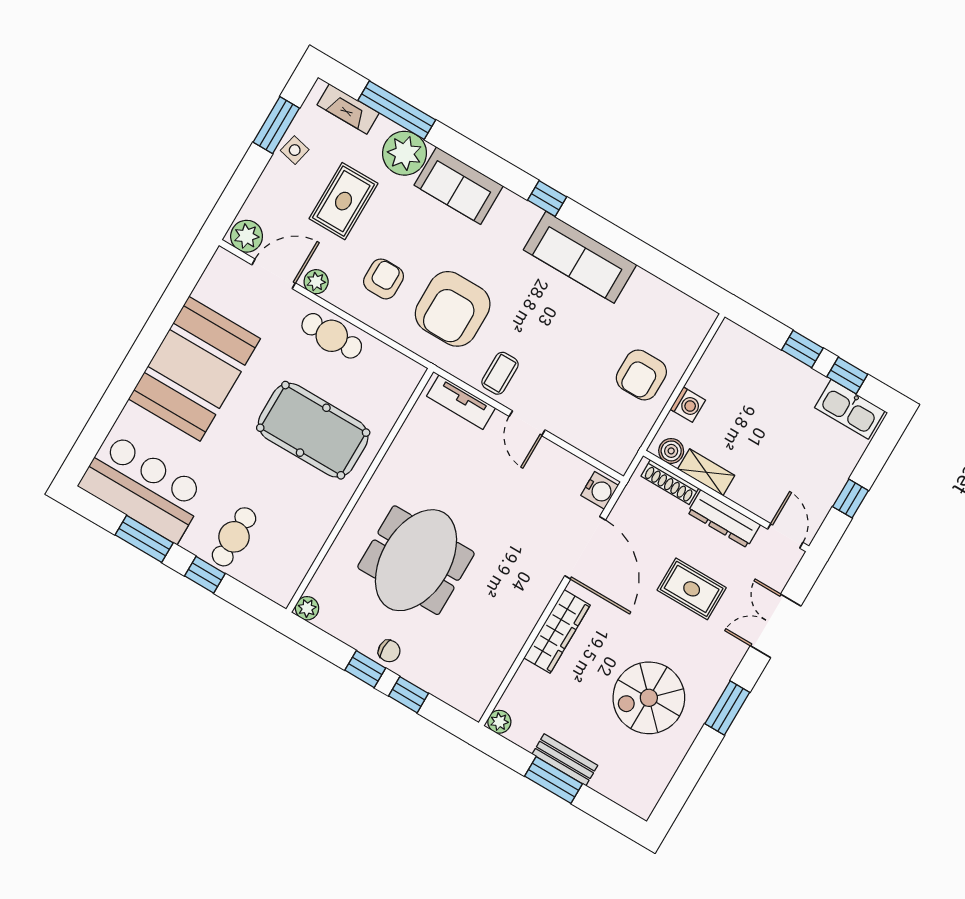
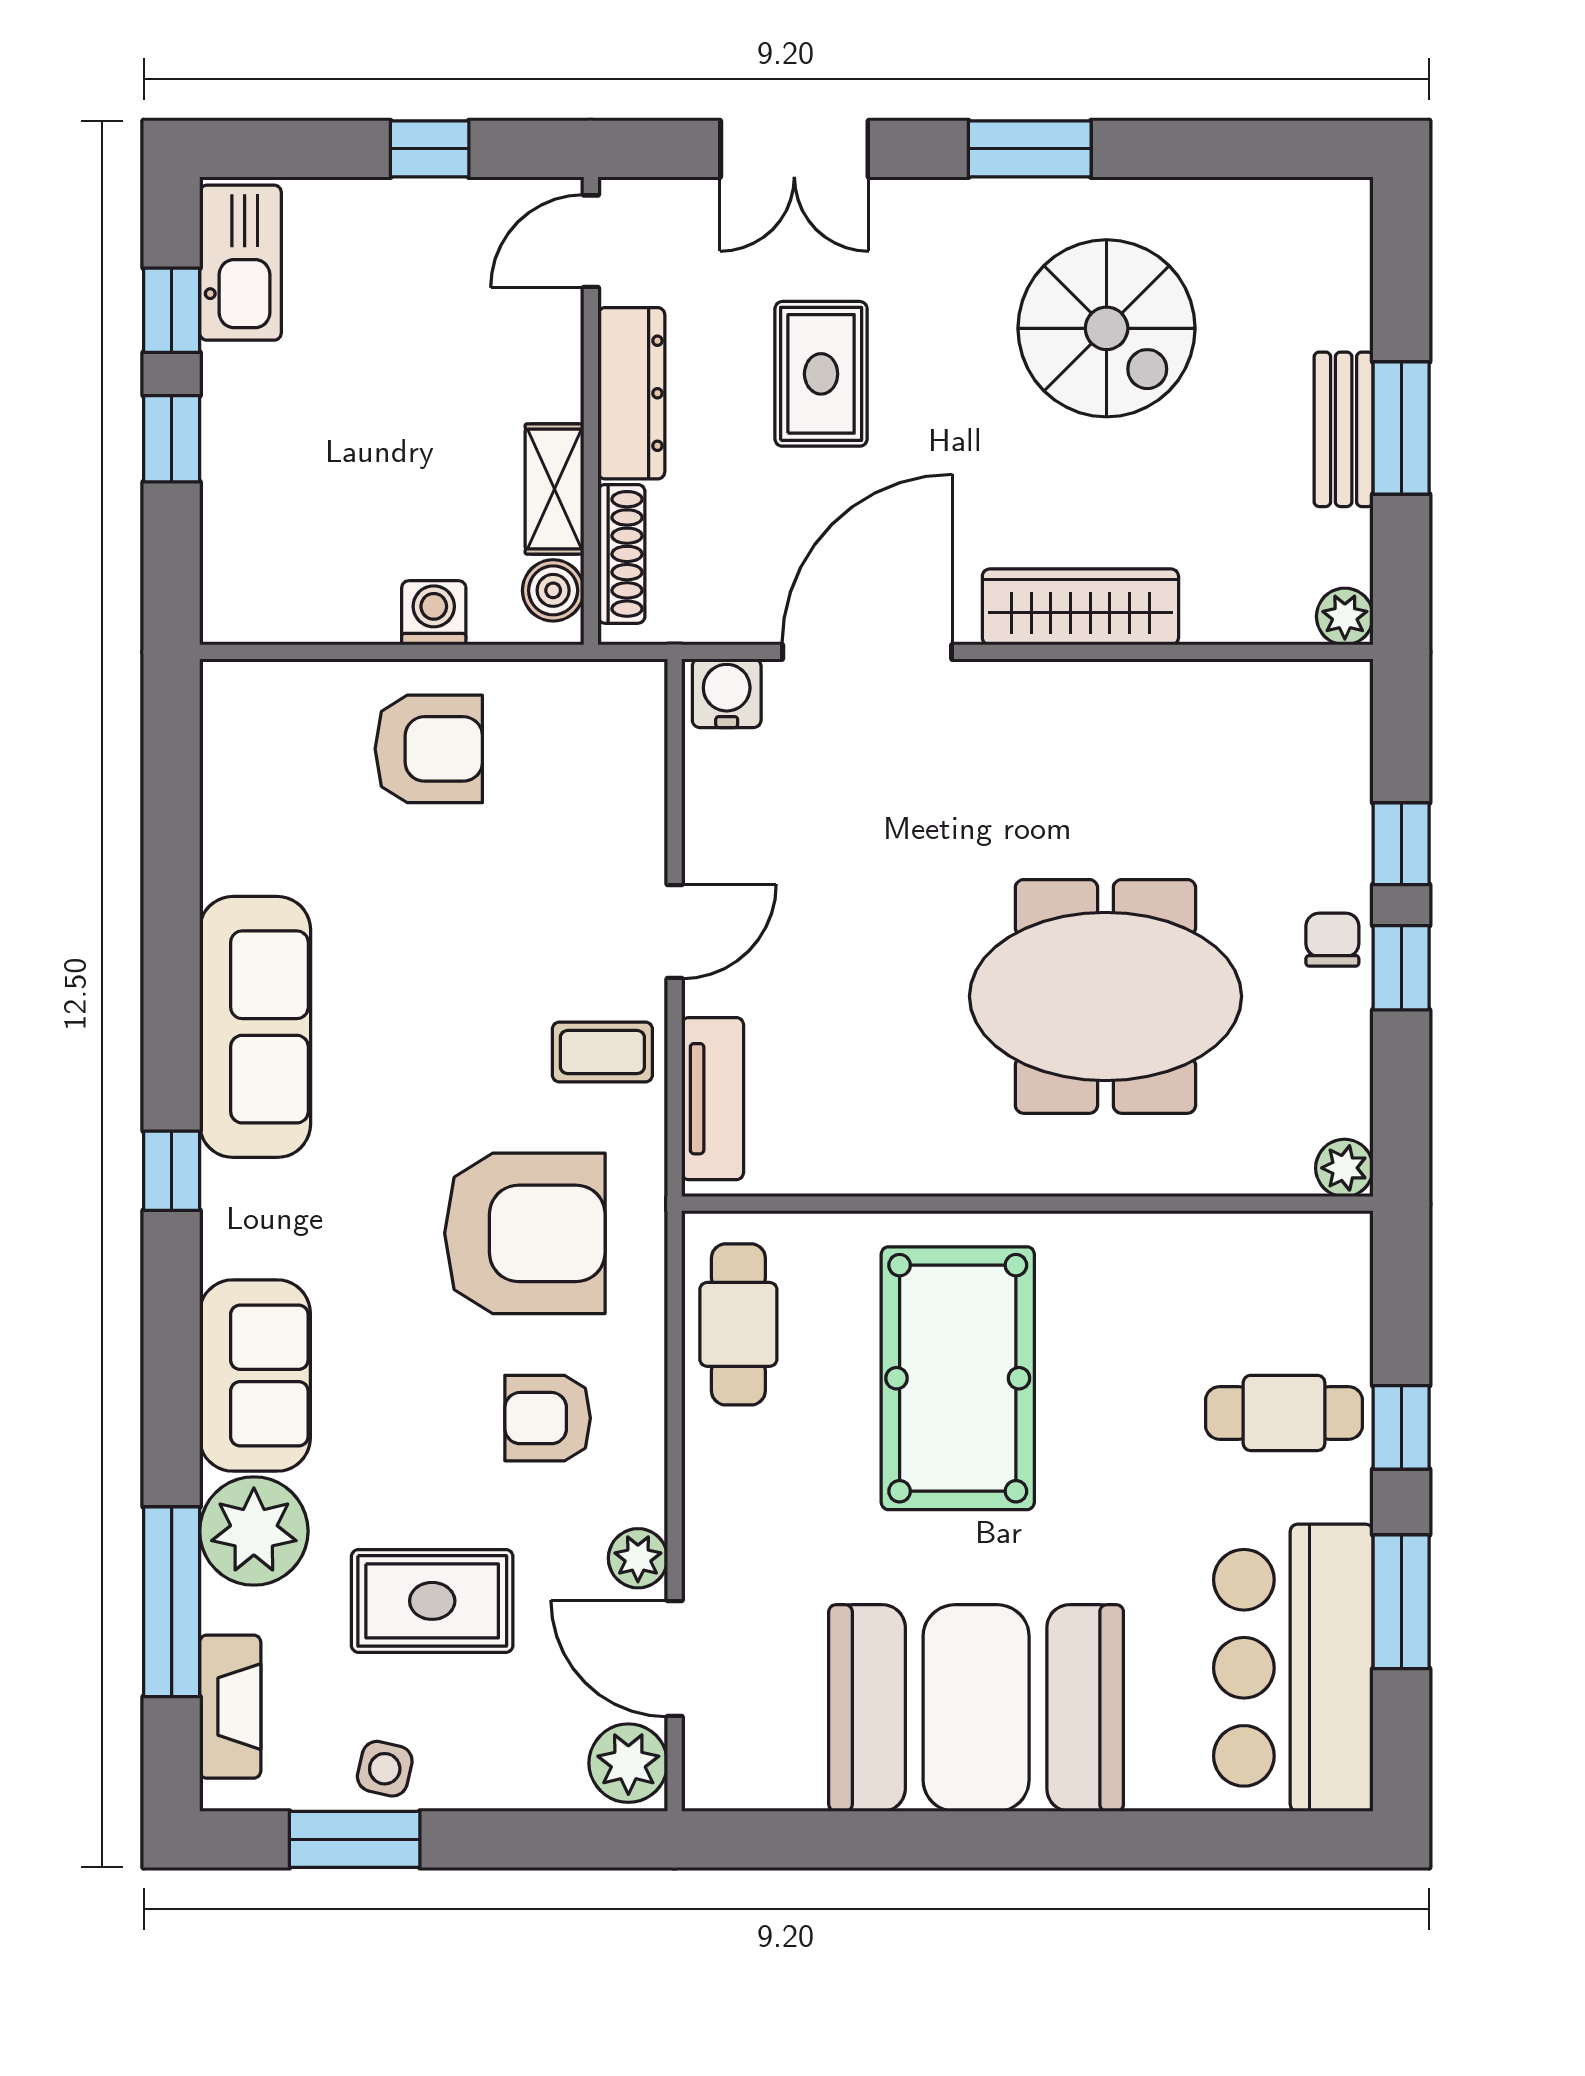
cafe table: (332, 336) -> (738, 1324), moved

